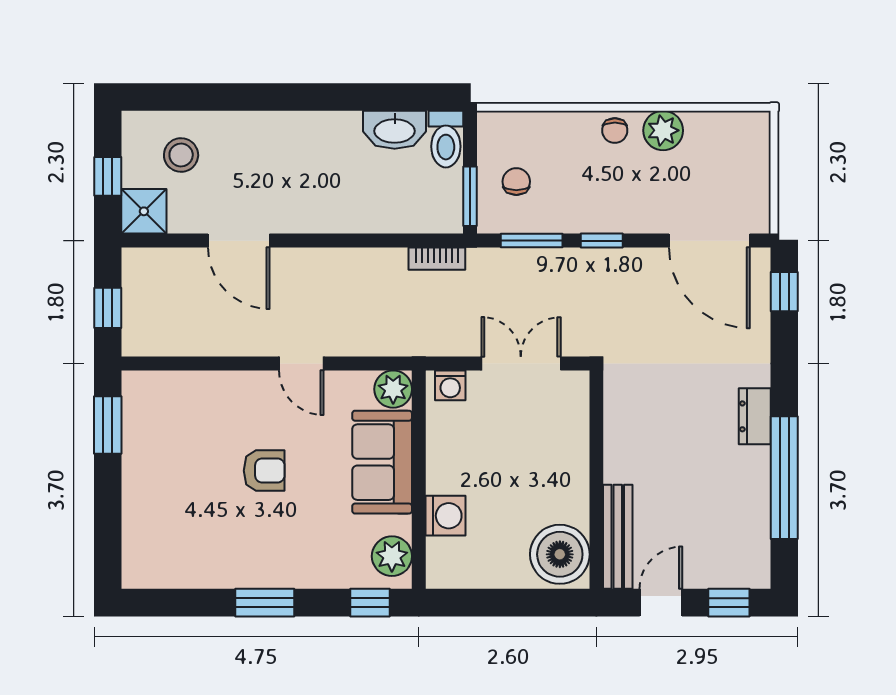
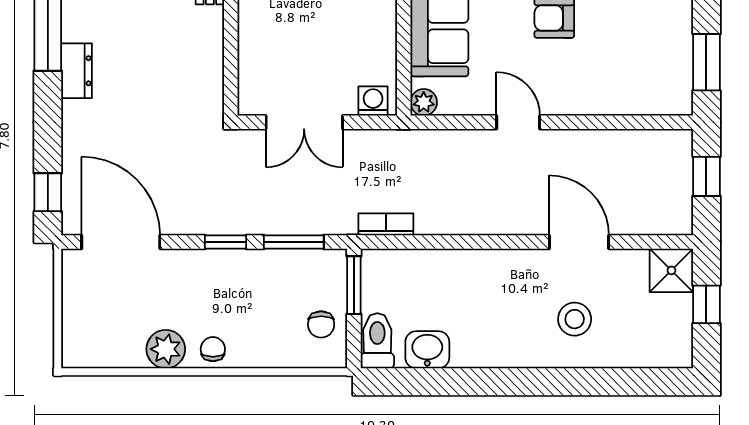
washbasin: (395, 130) -> (427, 350), width x0.72
stool: (181, 155) -> (575, 319), moved
chair: (516, 182) -> (321, 324), moved
plant: (393, 389) -> (424, 102), width x0.73, depth x0.73

